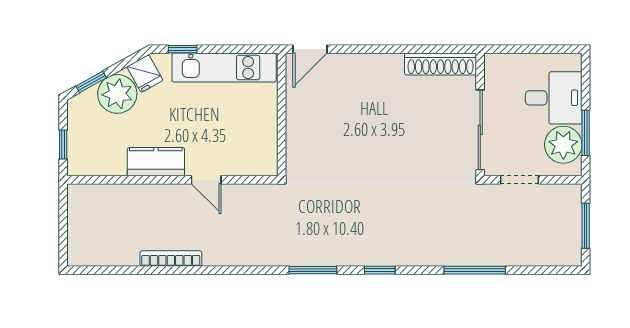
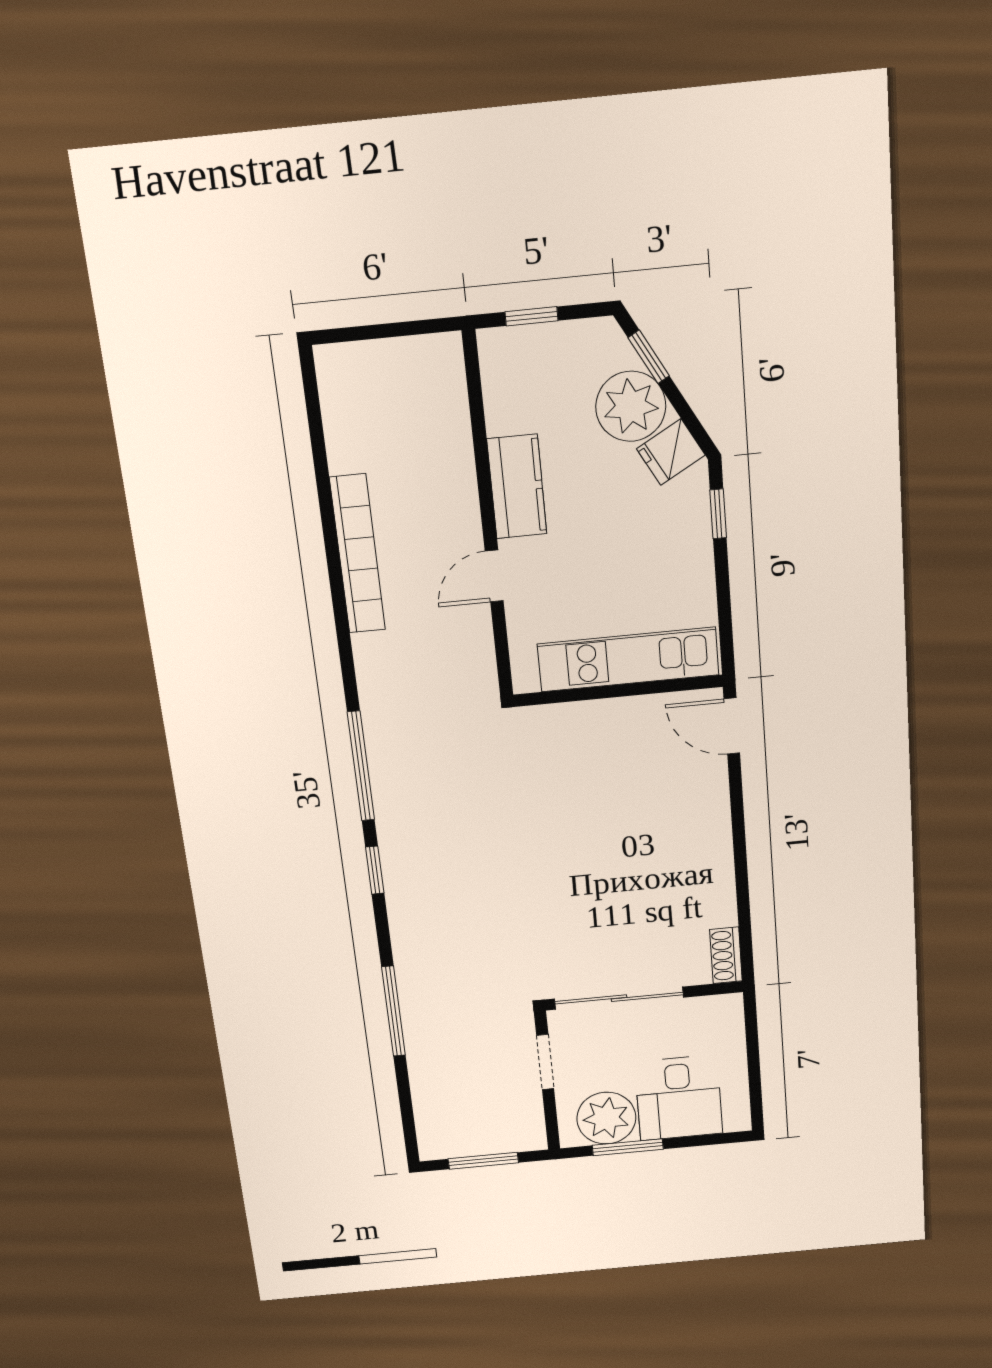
shoe rack: (441, 64) -> (726, 955), width x0.51, depth x0.81
kitchen unit: (224, 68) -> (628, 659), moved, turned 90
bookcase: (171, 259) -> (358, 554), width x1.48, depth x1.31
window: (313, 270) -> (361, 766), width x1.44

